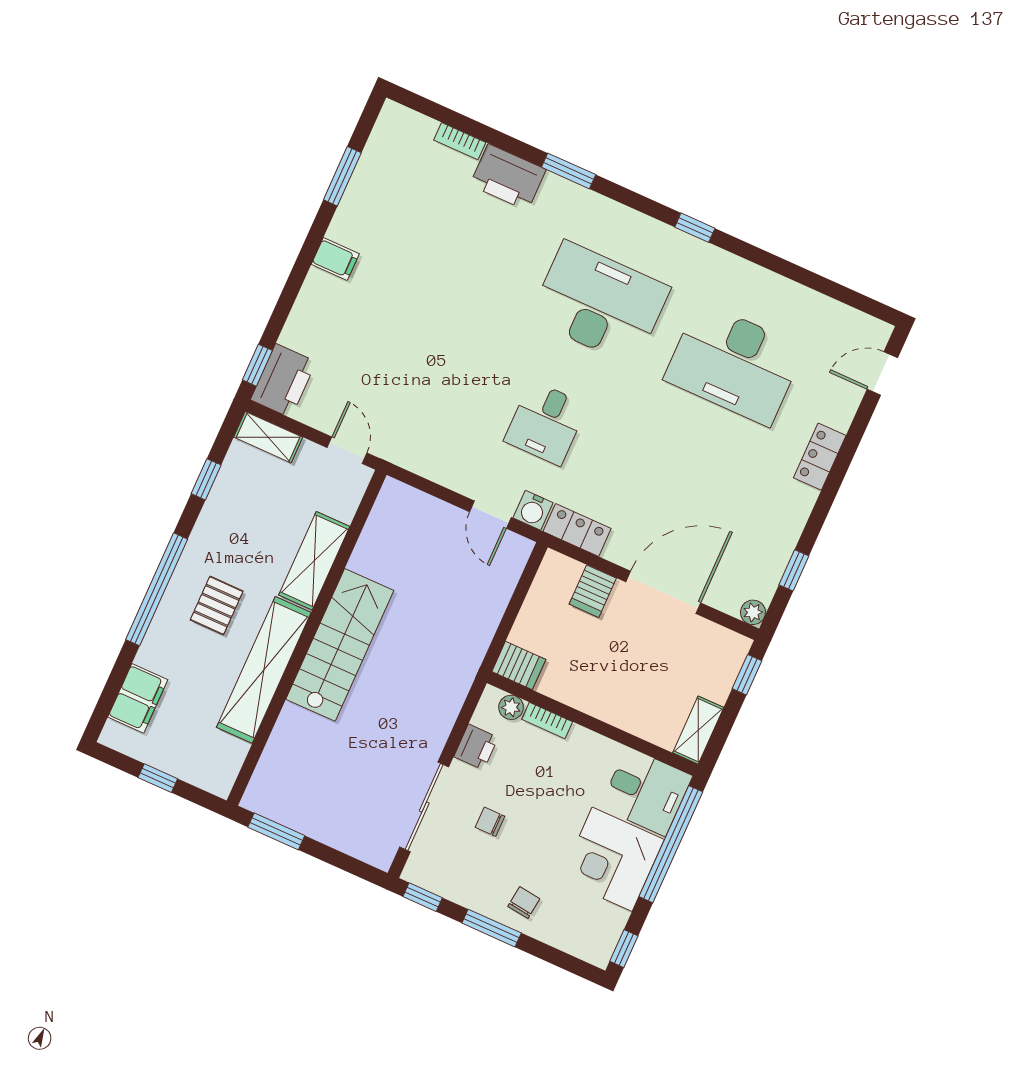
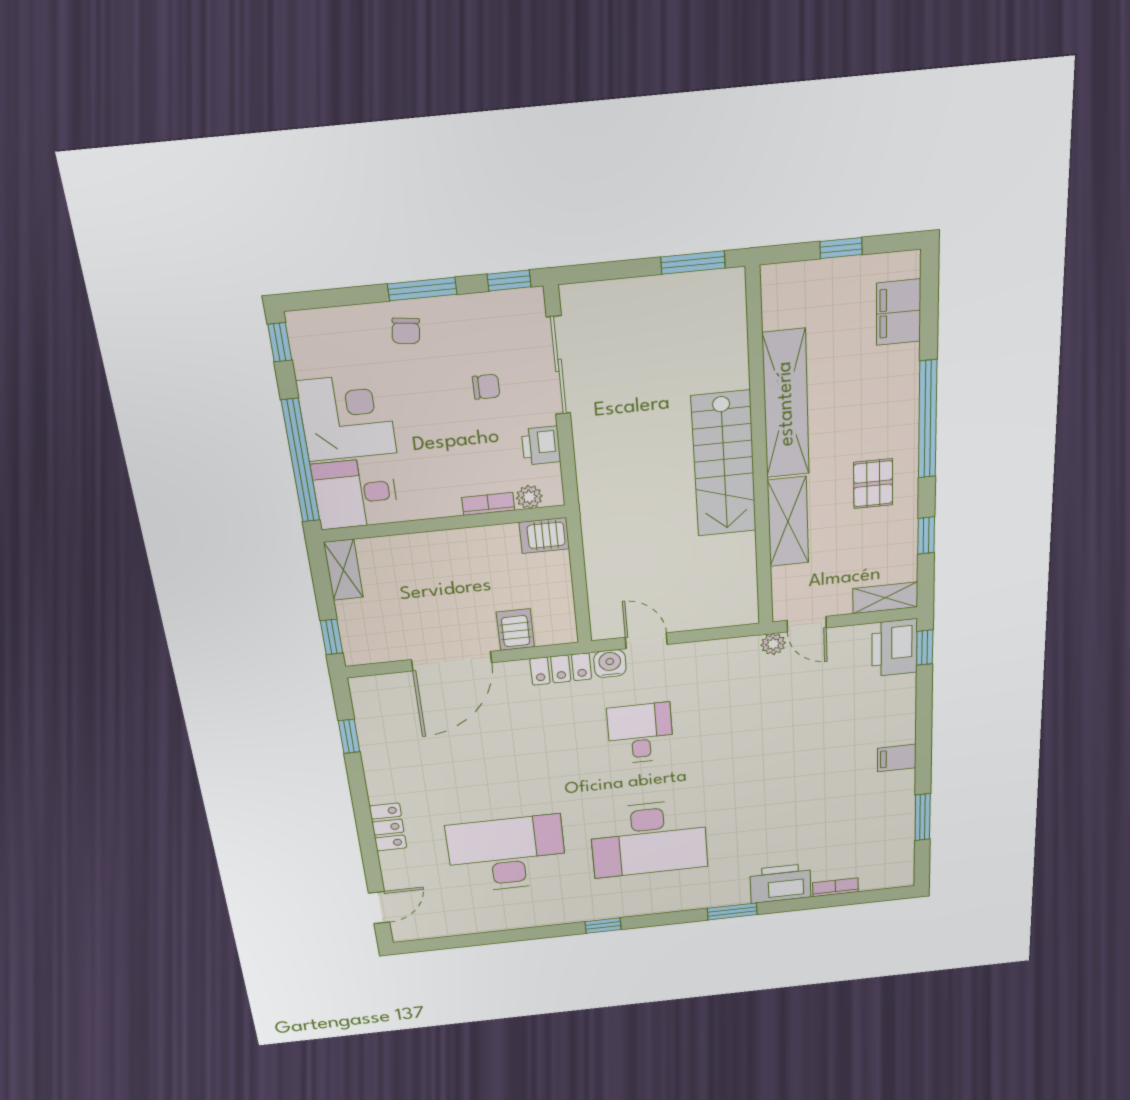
pallet: (217, 606) -> (873, 484), moved
plant: (753, 612) -> (773, 644), moved

